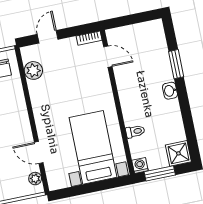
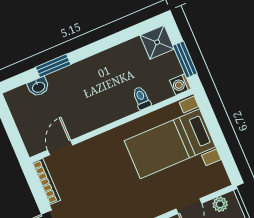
bookcase: (89, 38) -> (46, 182), width x1.56
washbasin: (170, 91) -> (38, 87), moved

